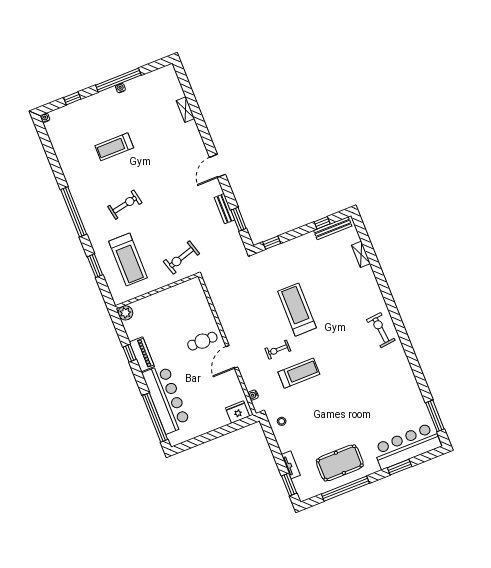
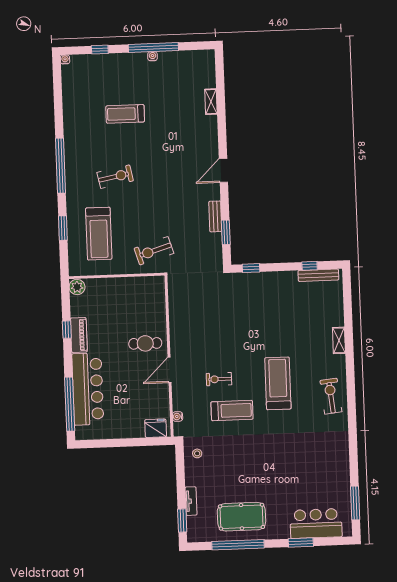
shelving: (361, 254) -> (339, 340), moved
treadmill: (297, 310) -> (278, 383), moved
bar counter: (407, 446) -> (316, 523), width x0.73

